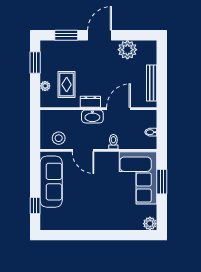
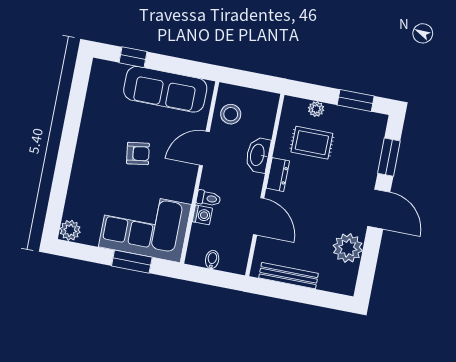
washbasin: (92, 116) -> (258, 155), moved
washing machine: (124, 144) -> (202, 215), added
armchair: (94, 191) -> (138, 154), added

